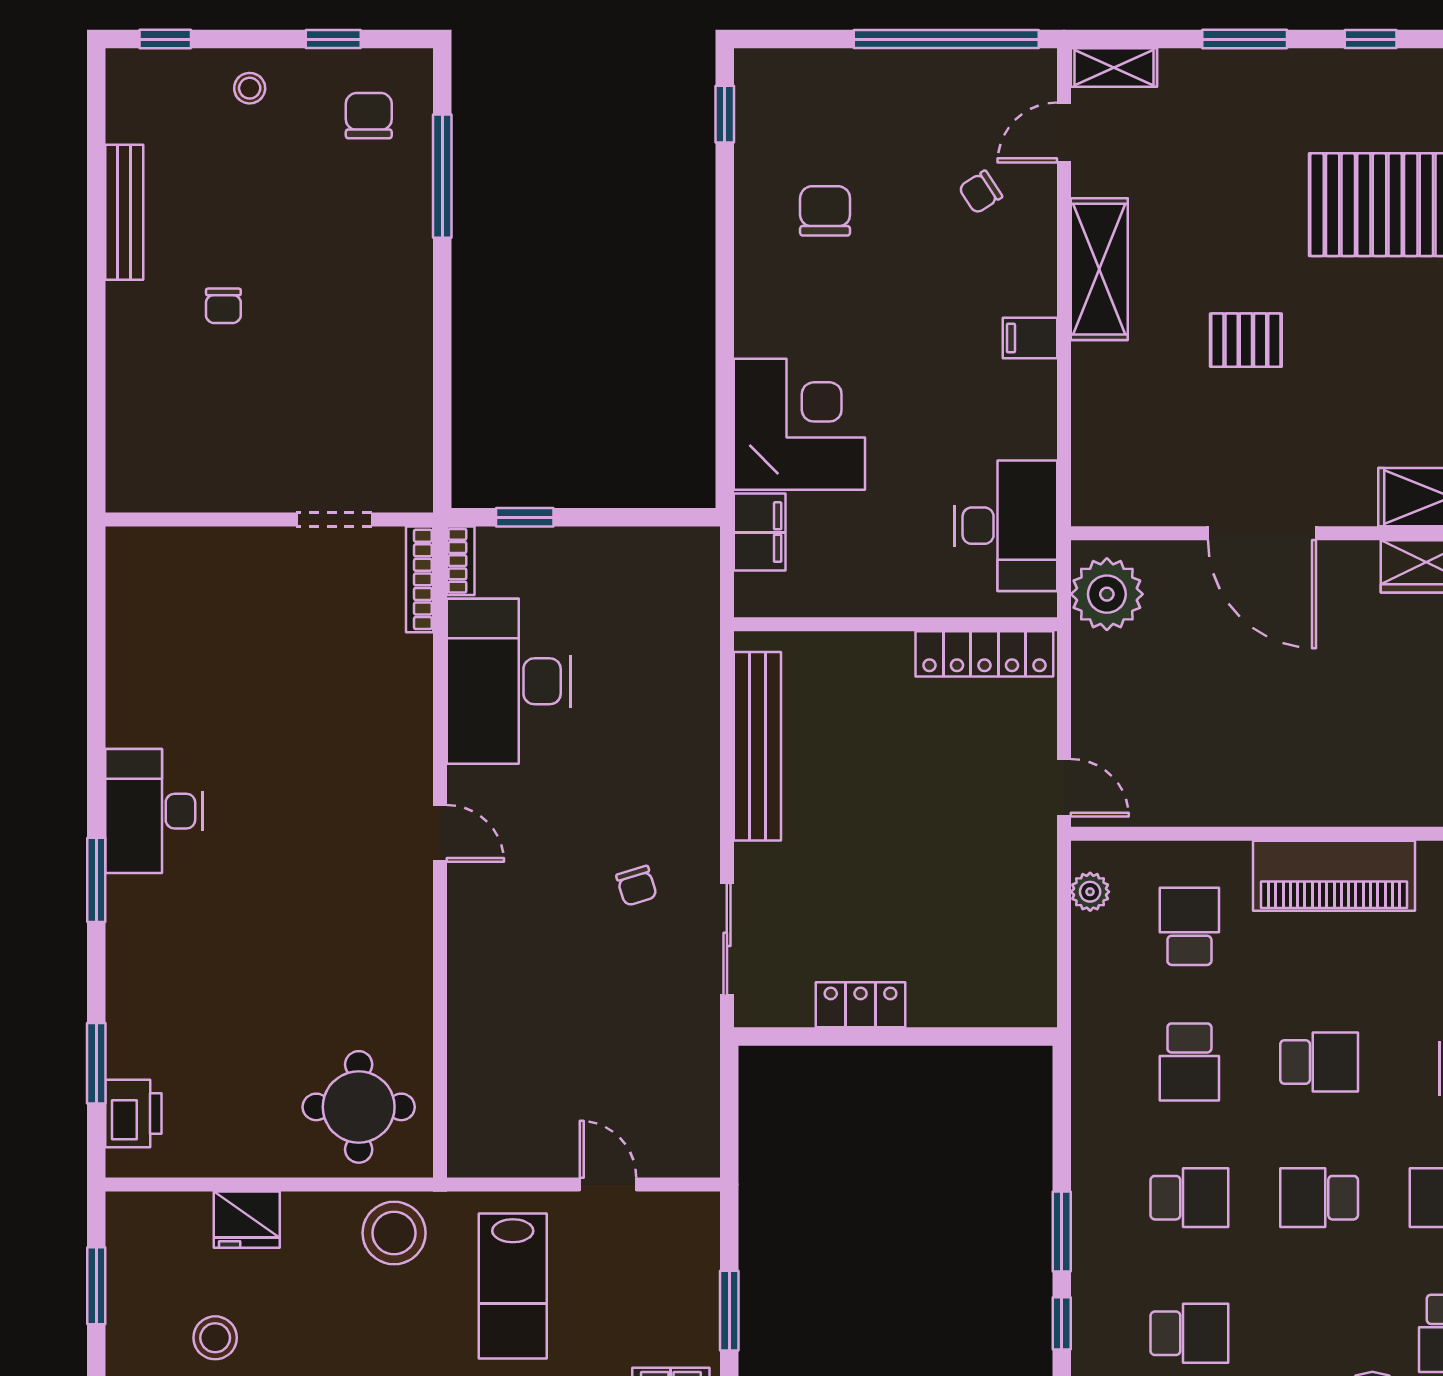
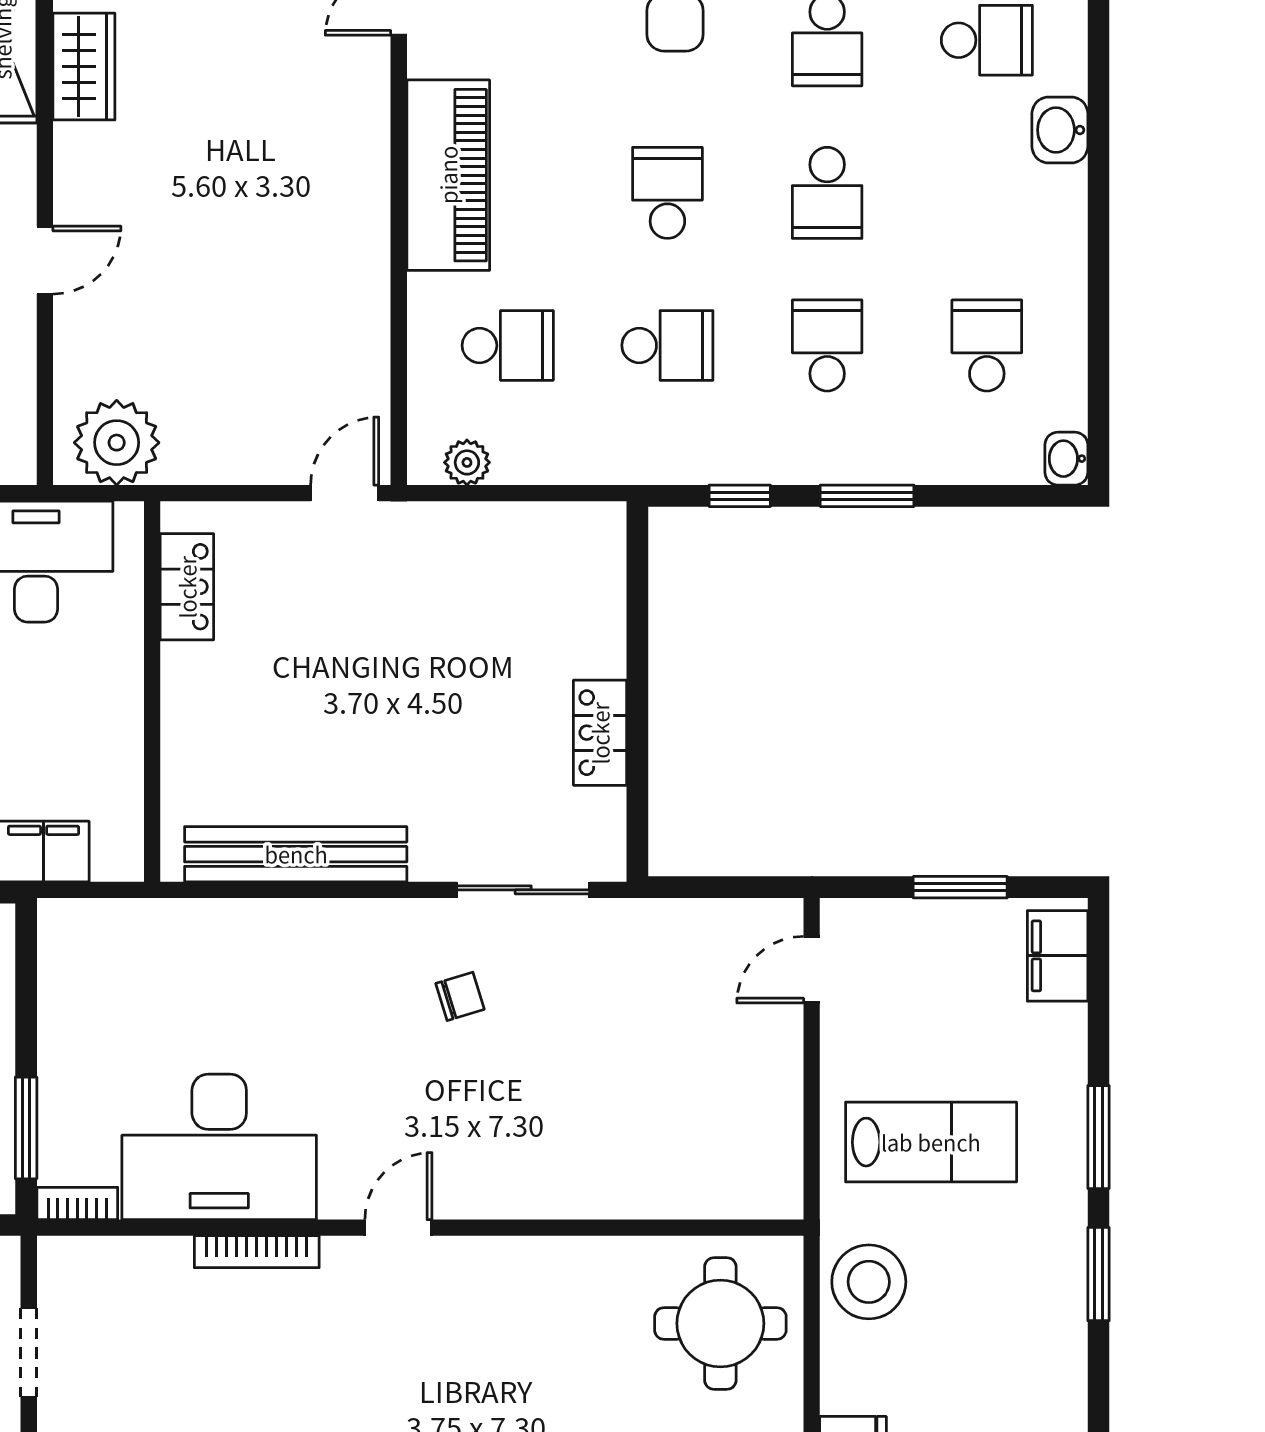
window: (525, 517) -> (26, 1128), width x1.50
door: (1262, 533) -> (45, 260), width x0.53
bookcase: (420, 579) -> (257, 1252), moved
locker: (984, 654) -> (187, 587), width x0.66
school desk: (1189, 926) -> (508, 345), turned 180
door: (608, 1184) -> (812, 970), moved
window: (1062, 1323) -> (740, 496), moved

